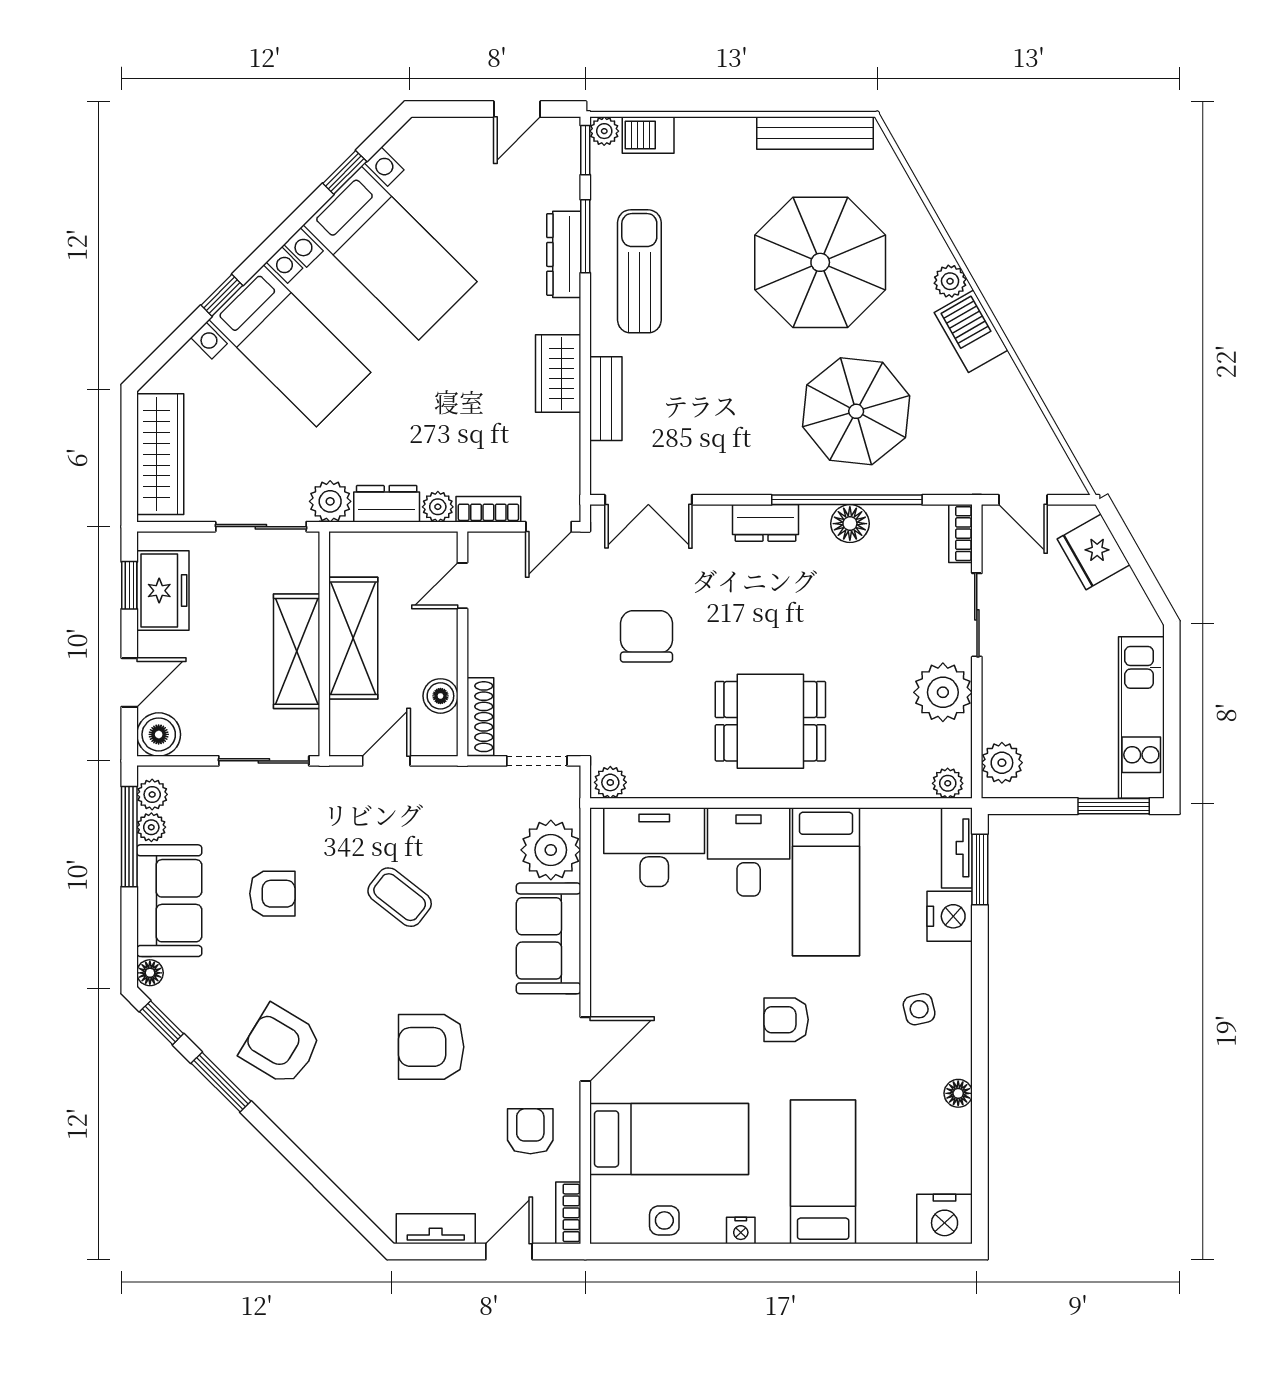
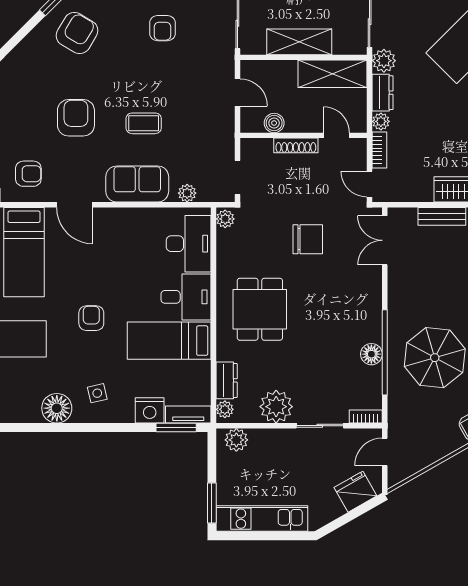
dresser: (766, 523) -> (227, 380), moved, turned 180
shelving: (353, 638) -> (333, 74), moved
shoe rack: (480, 717) -> (296, 145), moved
plant: (551, 850) -> (187, 193), width x0.53, depth x0.53
coffee table: (400, 897) -> (144, 123), moved, turned 52
floor lamp: (958, 1093) -> (57, 408), width x1.89, depth x1.89

